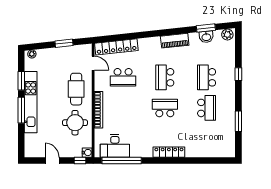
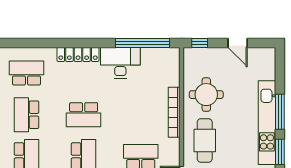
school desk: (207, 139) -> (26, 73), added
desk: (115, 146) -> (120, 63), moved
water cooler: (87, 153) -> (190, 54), removed

